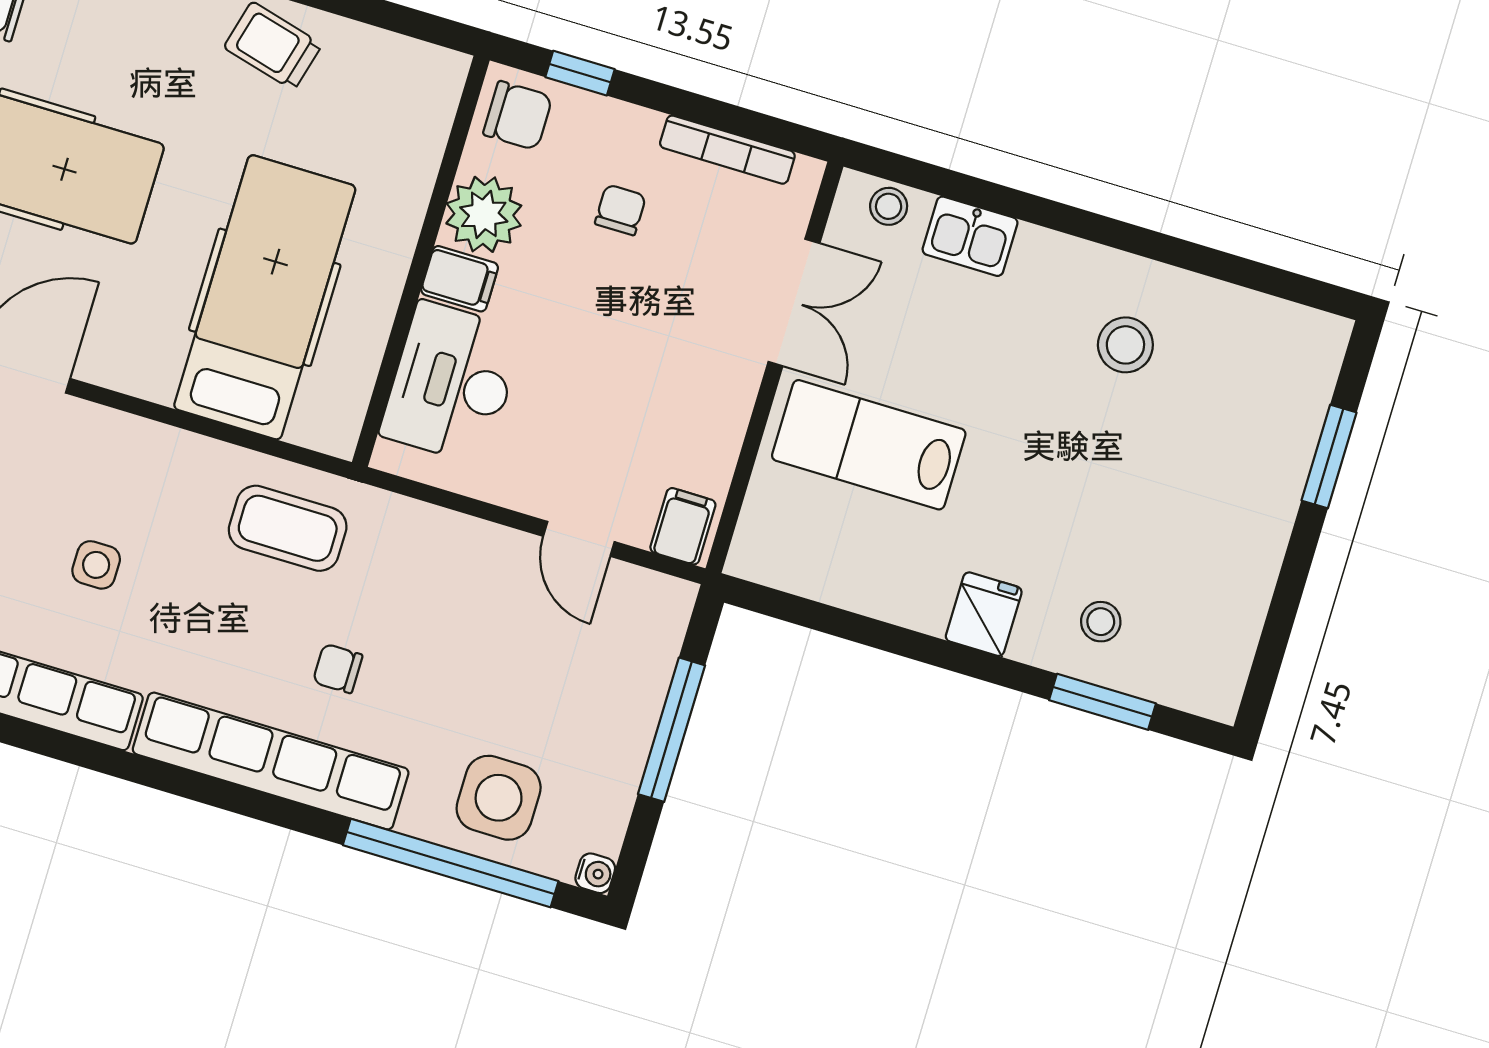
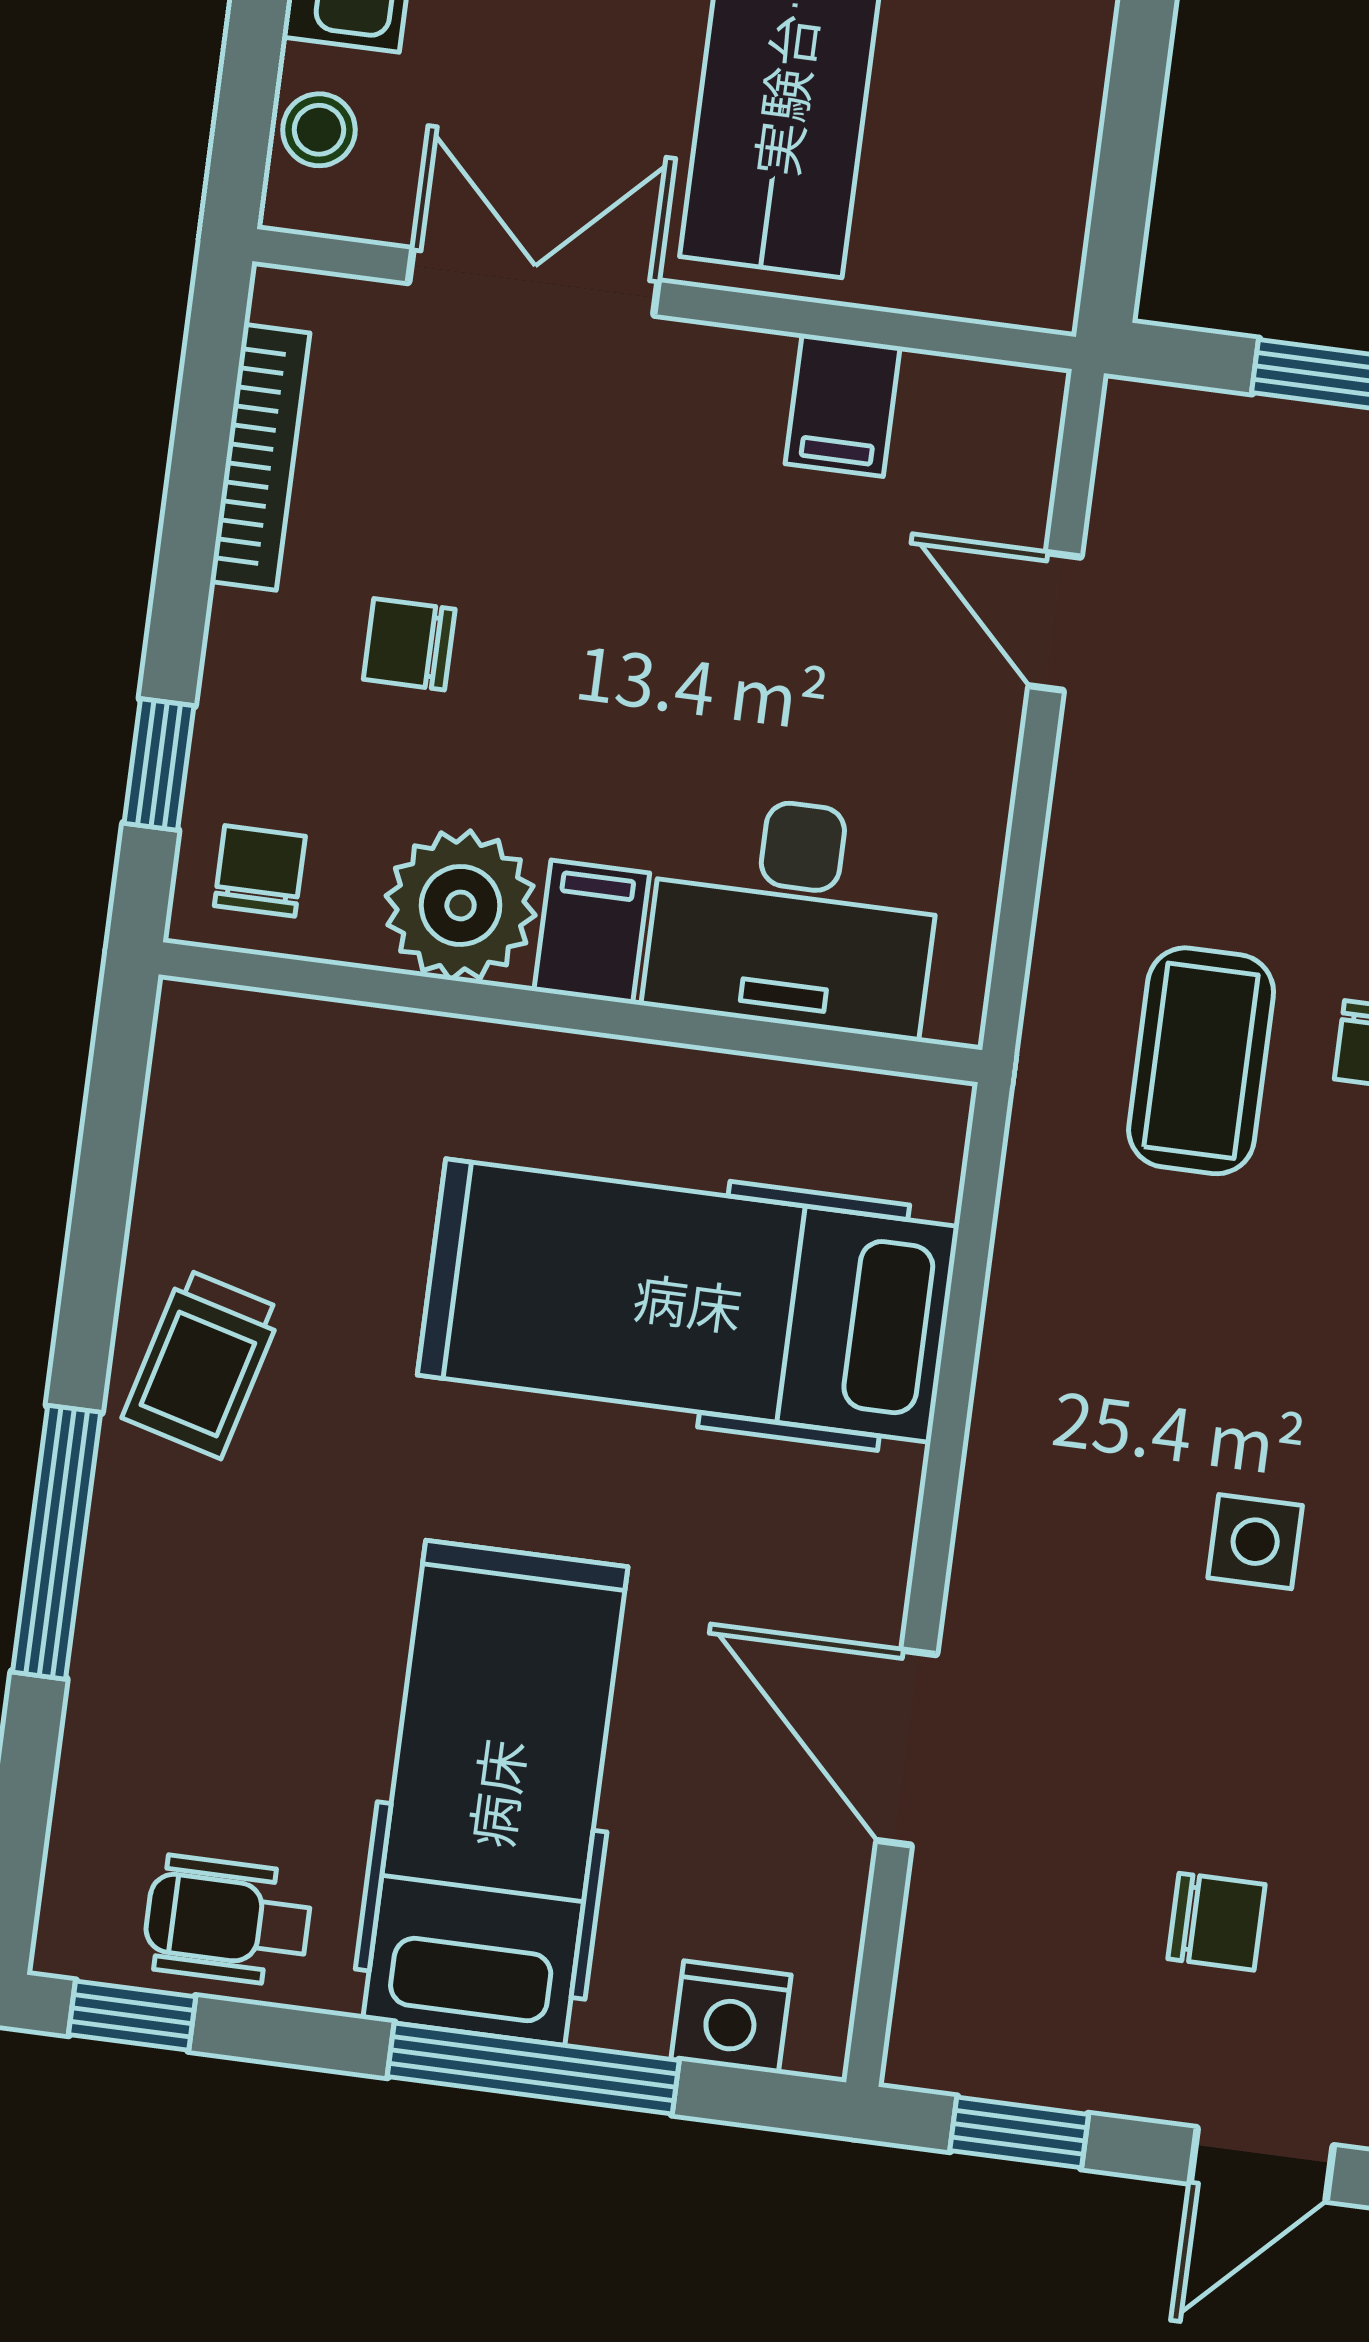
chair: (518, 115) -> (260, 871), width x0.73, depth x0.73
filing cabinet: (683, 526) -> (843, 405), moved, turned -90
coffee table: (288, 528) -> (1201, 1061), moved
door: (579, 539) -> (1055, 621), swing flipped

